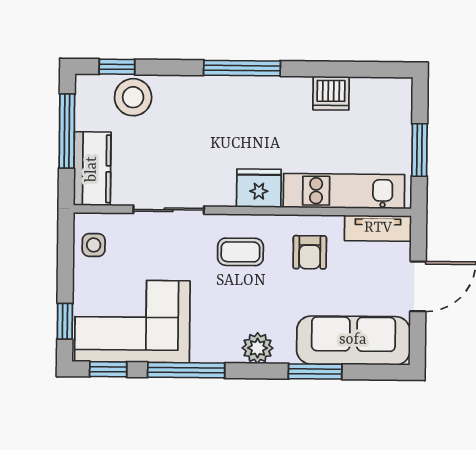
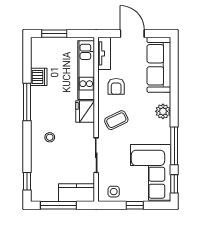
window: (242, 68) -> (27, 102), moved
stool: (133, 97) -> (50, 137), moved, width x0.53, depth x0.53
window: (419, 150) -> (54, 34), moved
coffee table: (240, 252) -> (116, 120), turned 64
armchair: (310, 252) -> (116, 86), turned 90
window: (65, 321) -> (135, 205), moved
window: (315, 371) -> (174, 83), removed

